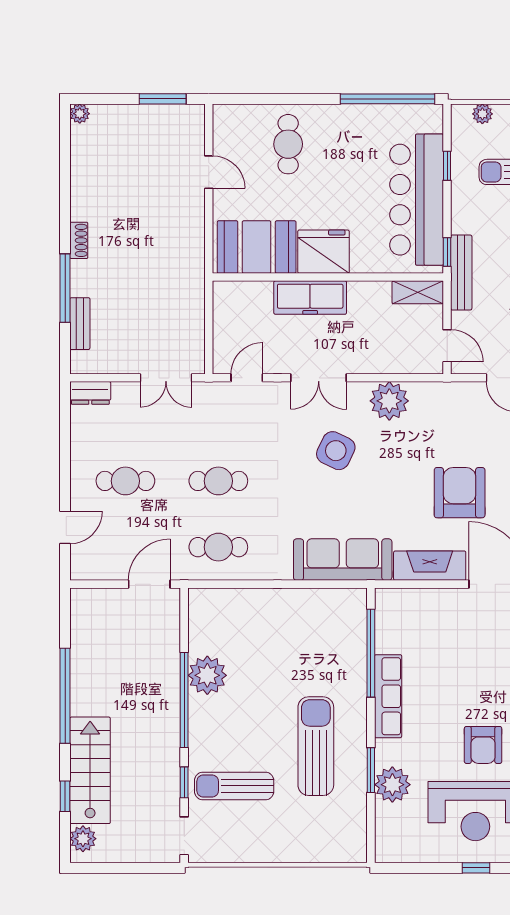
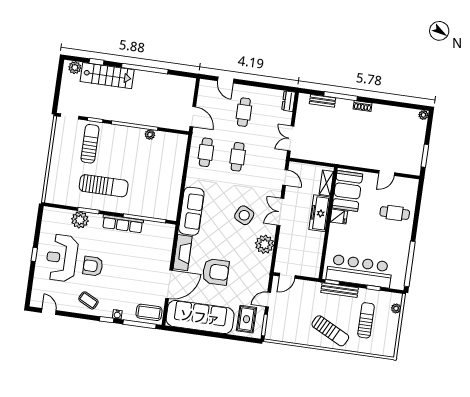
fridge: (323, 252) -> (339, 217), width x0.53, depth x0.75
bench: (461, 273) -> (340, 290), moved
shelving: (418, 292) -> (326, 183), moved
plant: (207, 675) -> (150, 135), width x0.53, depth x0.53

